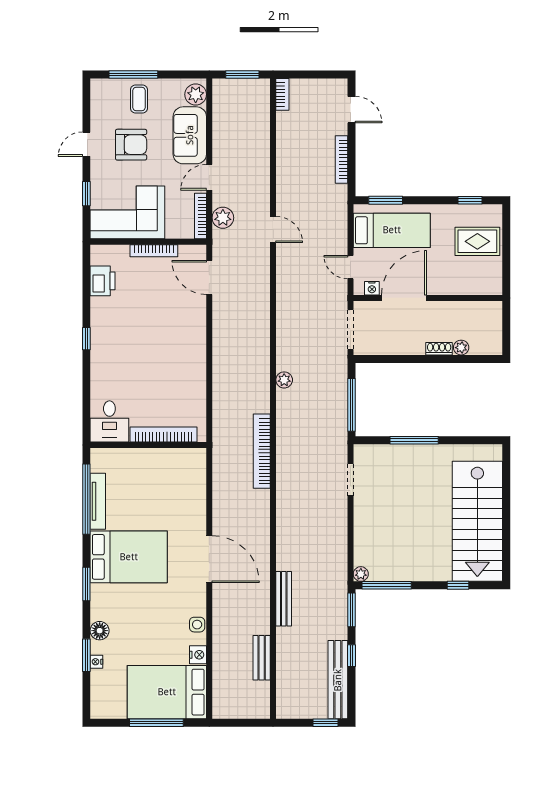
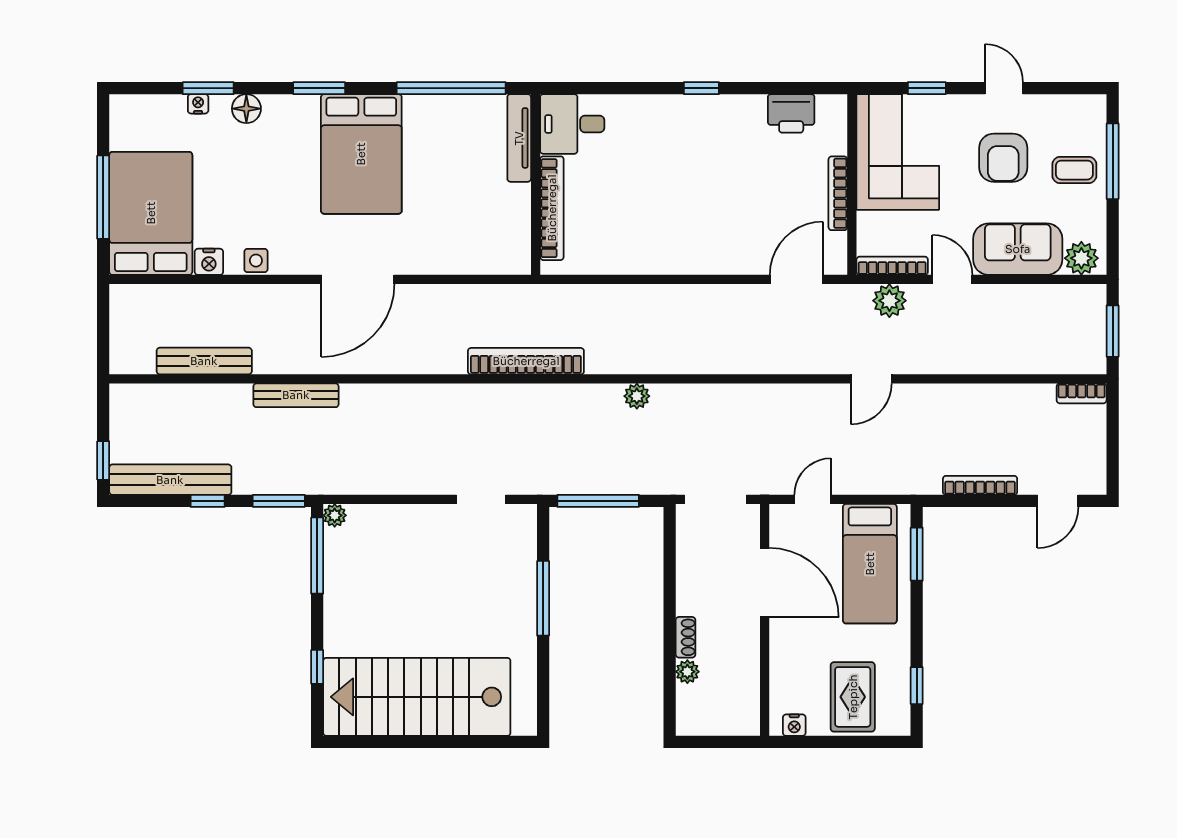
nightstand: (372, 288) -> (794, 725), moved, turned -90
tv unit: (98, 501) -> (519, 138), moved, turned 90
bench: (262, 658) -> (204, 361), width x1.36

